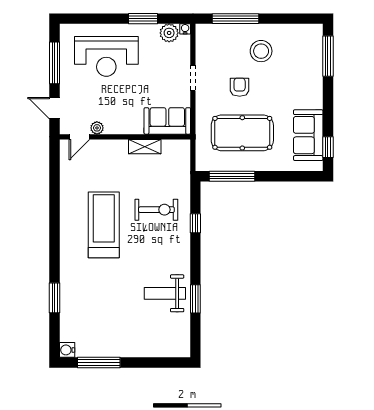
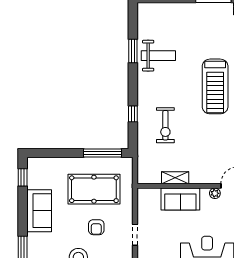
sofa: (167, 121) -> (180, 199), moved
sofa: (308, 135) -> (39, 211), moved
exercise bike: (156, 210) -> (165, 125), turned -90
treadmill: (104, 225) -> (215, 86), moved

